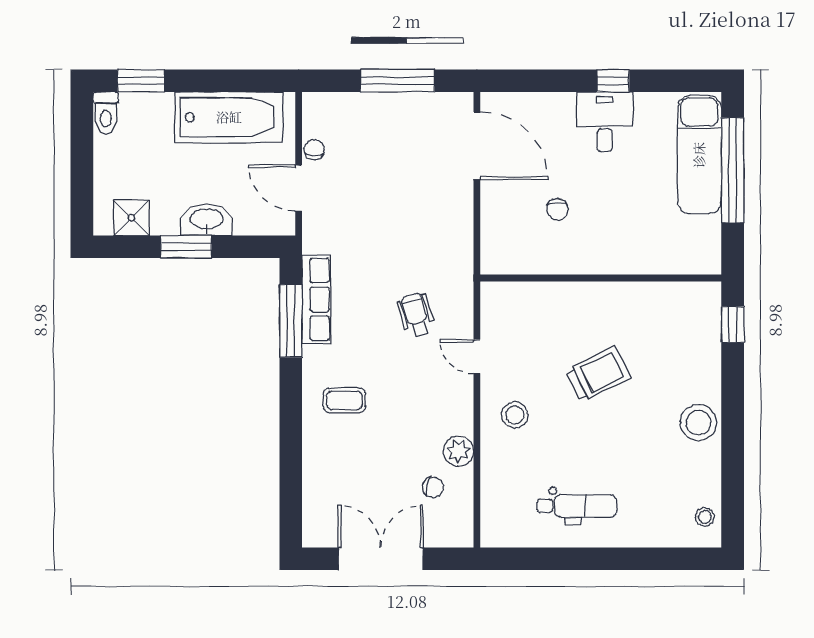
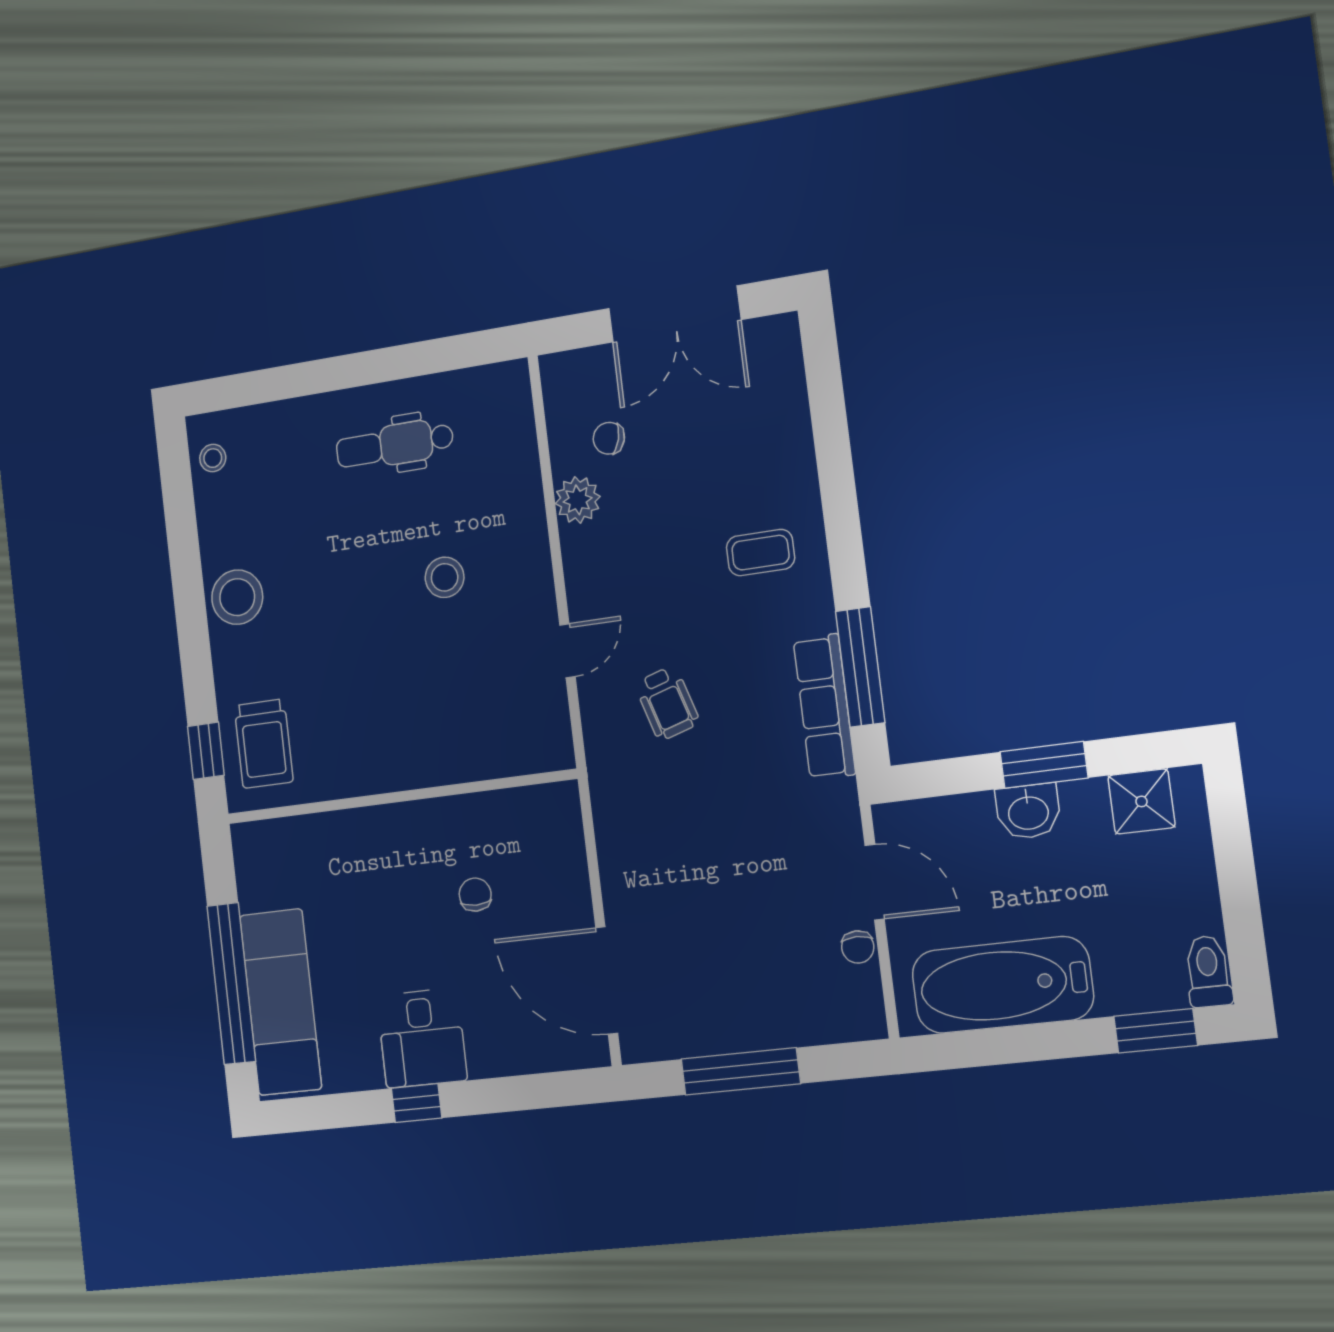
washbasin: (207, 220) -> (1028, 812), width x0.72
door: (477, 356) -> (567, 651), hinge flipped
trolley: (598, 374) -> (264, 744), moved, turned -64
stool: (515, 415) -> (445, 577), moved

